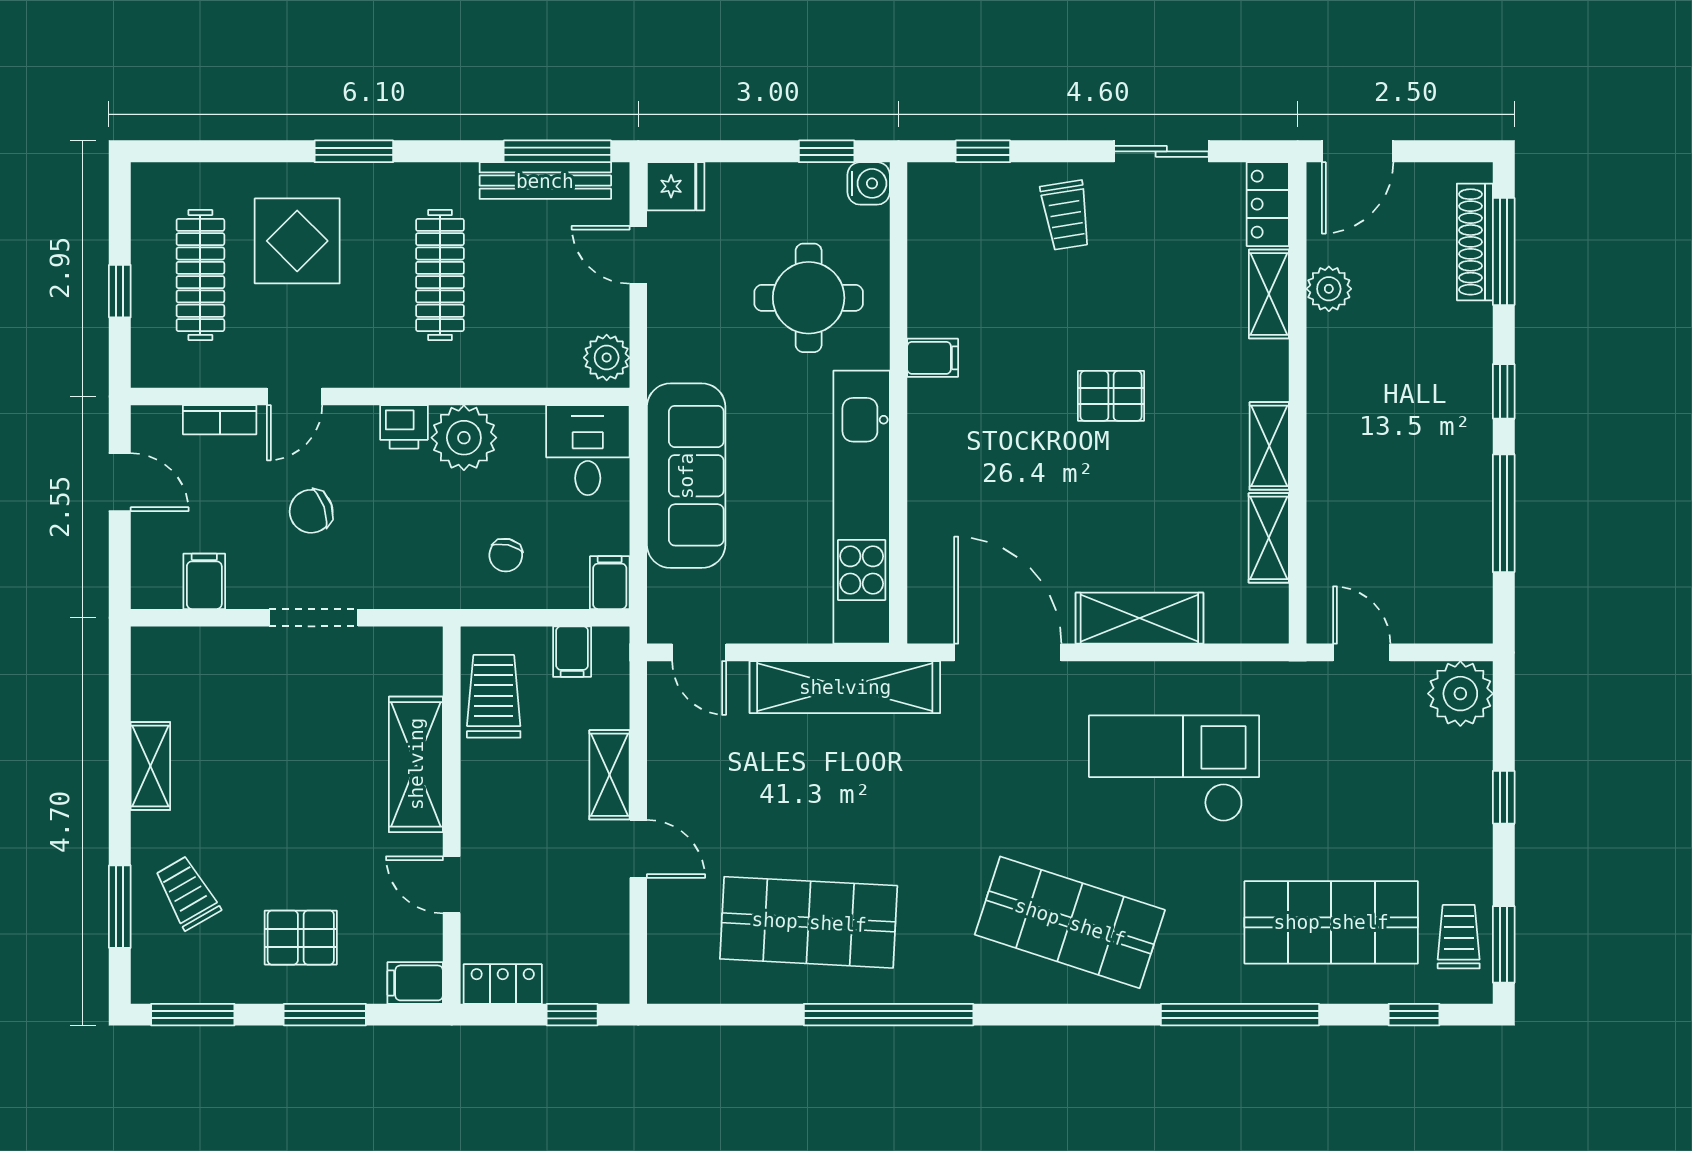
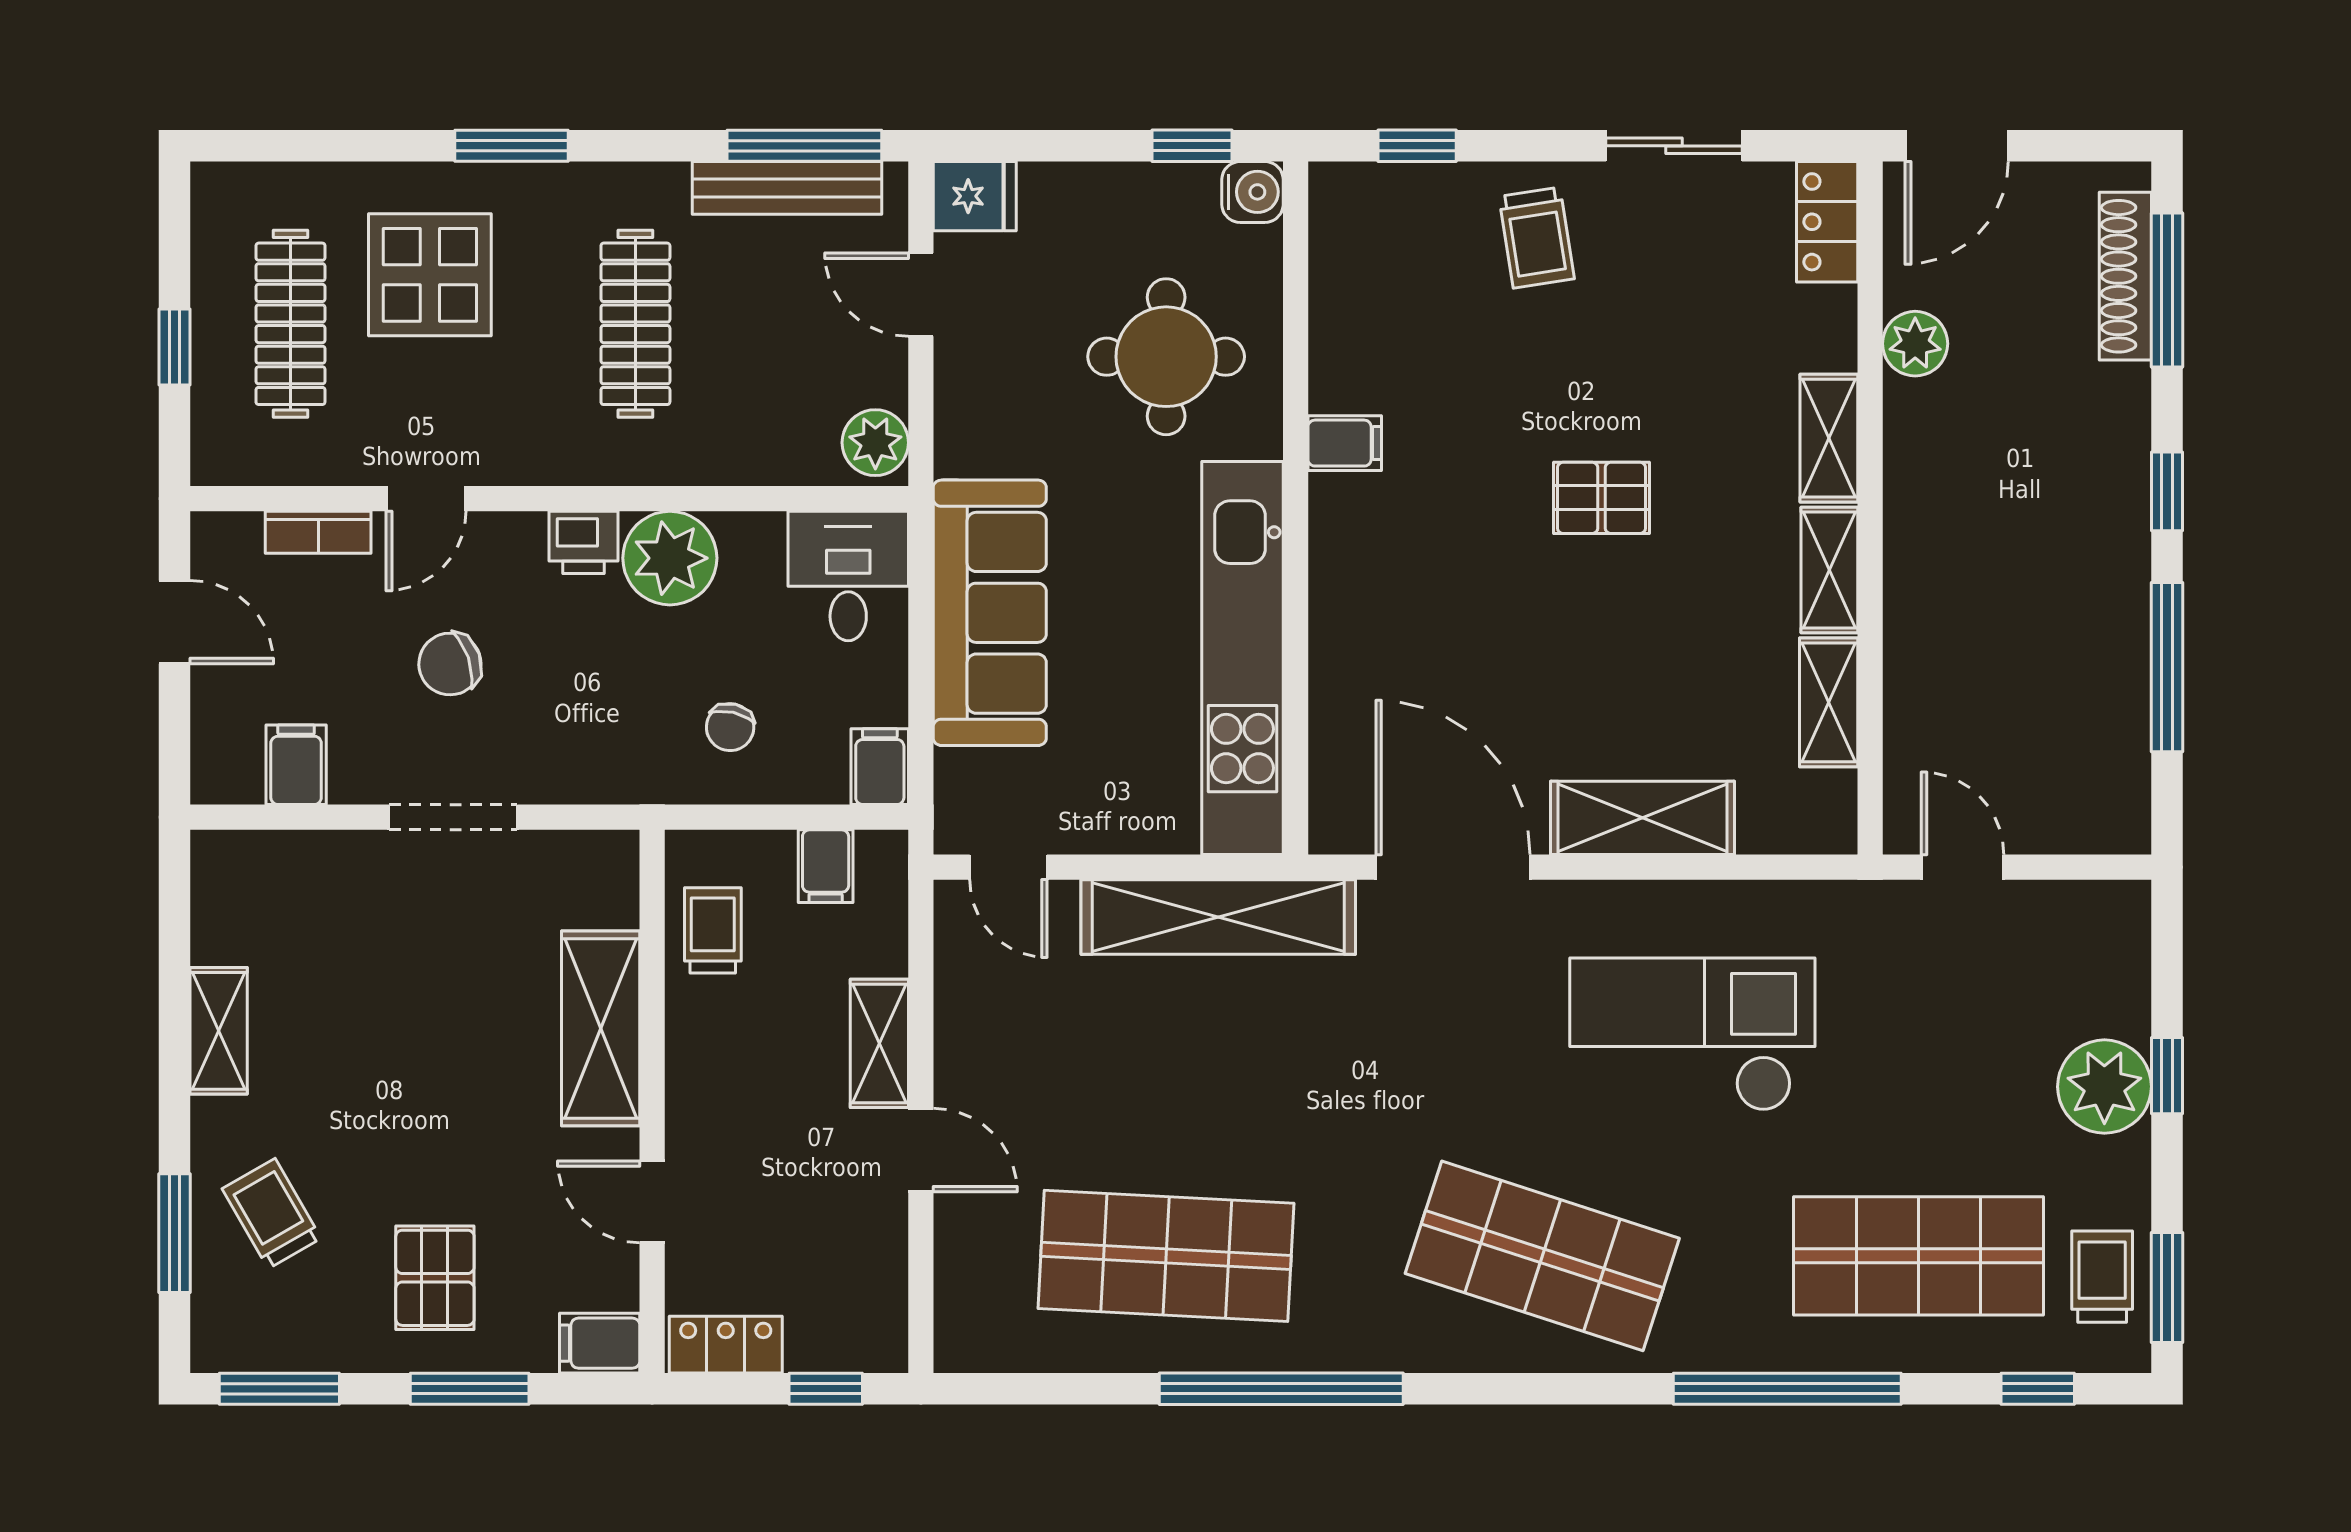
shelving: (1269, 294) -> (1829, 438), moved
plant: (1460, 694) -> (2104, 1087), moved
trolley: (494, 696) -> (713, 930), width x0.73, depth x0.72
pallet: (301, 938) -> (435, 1278), turned 90

